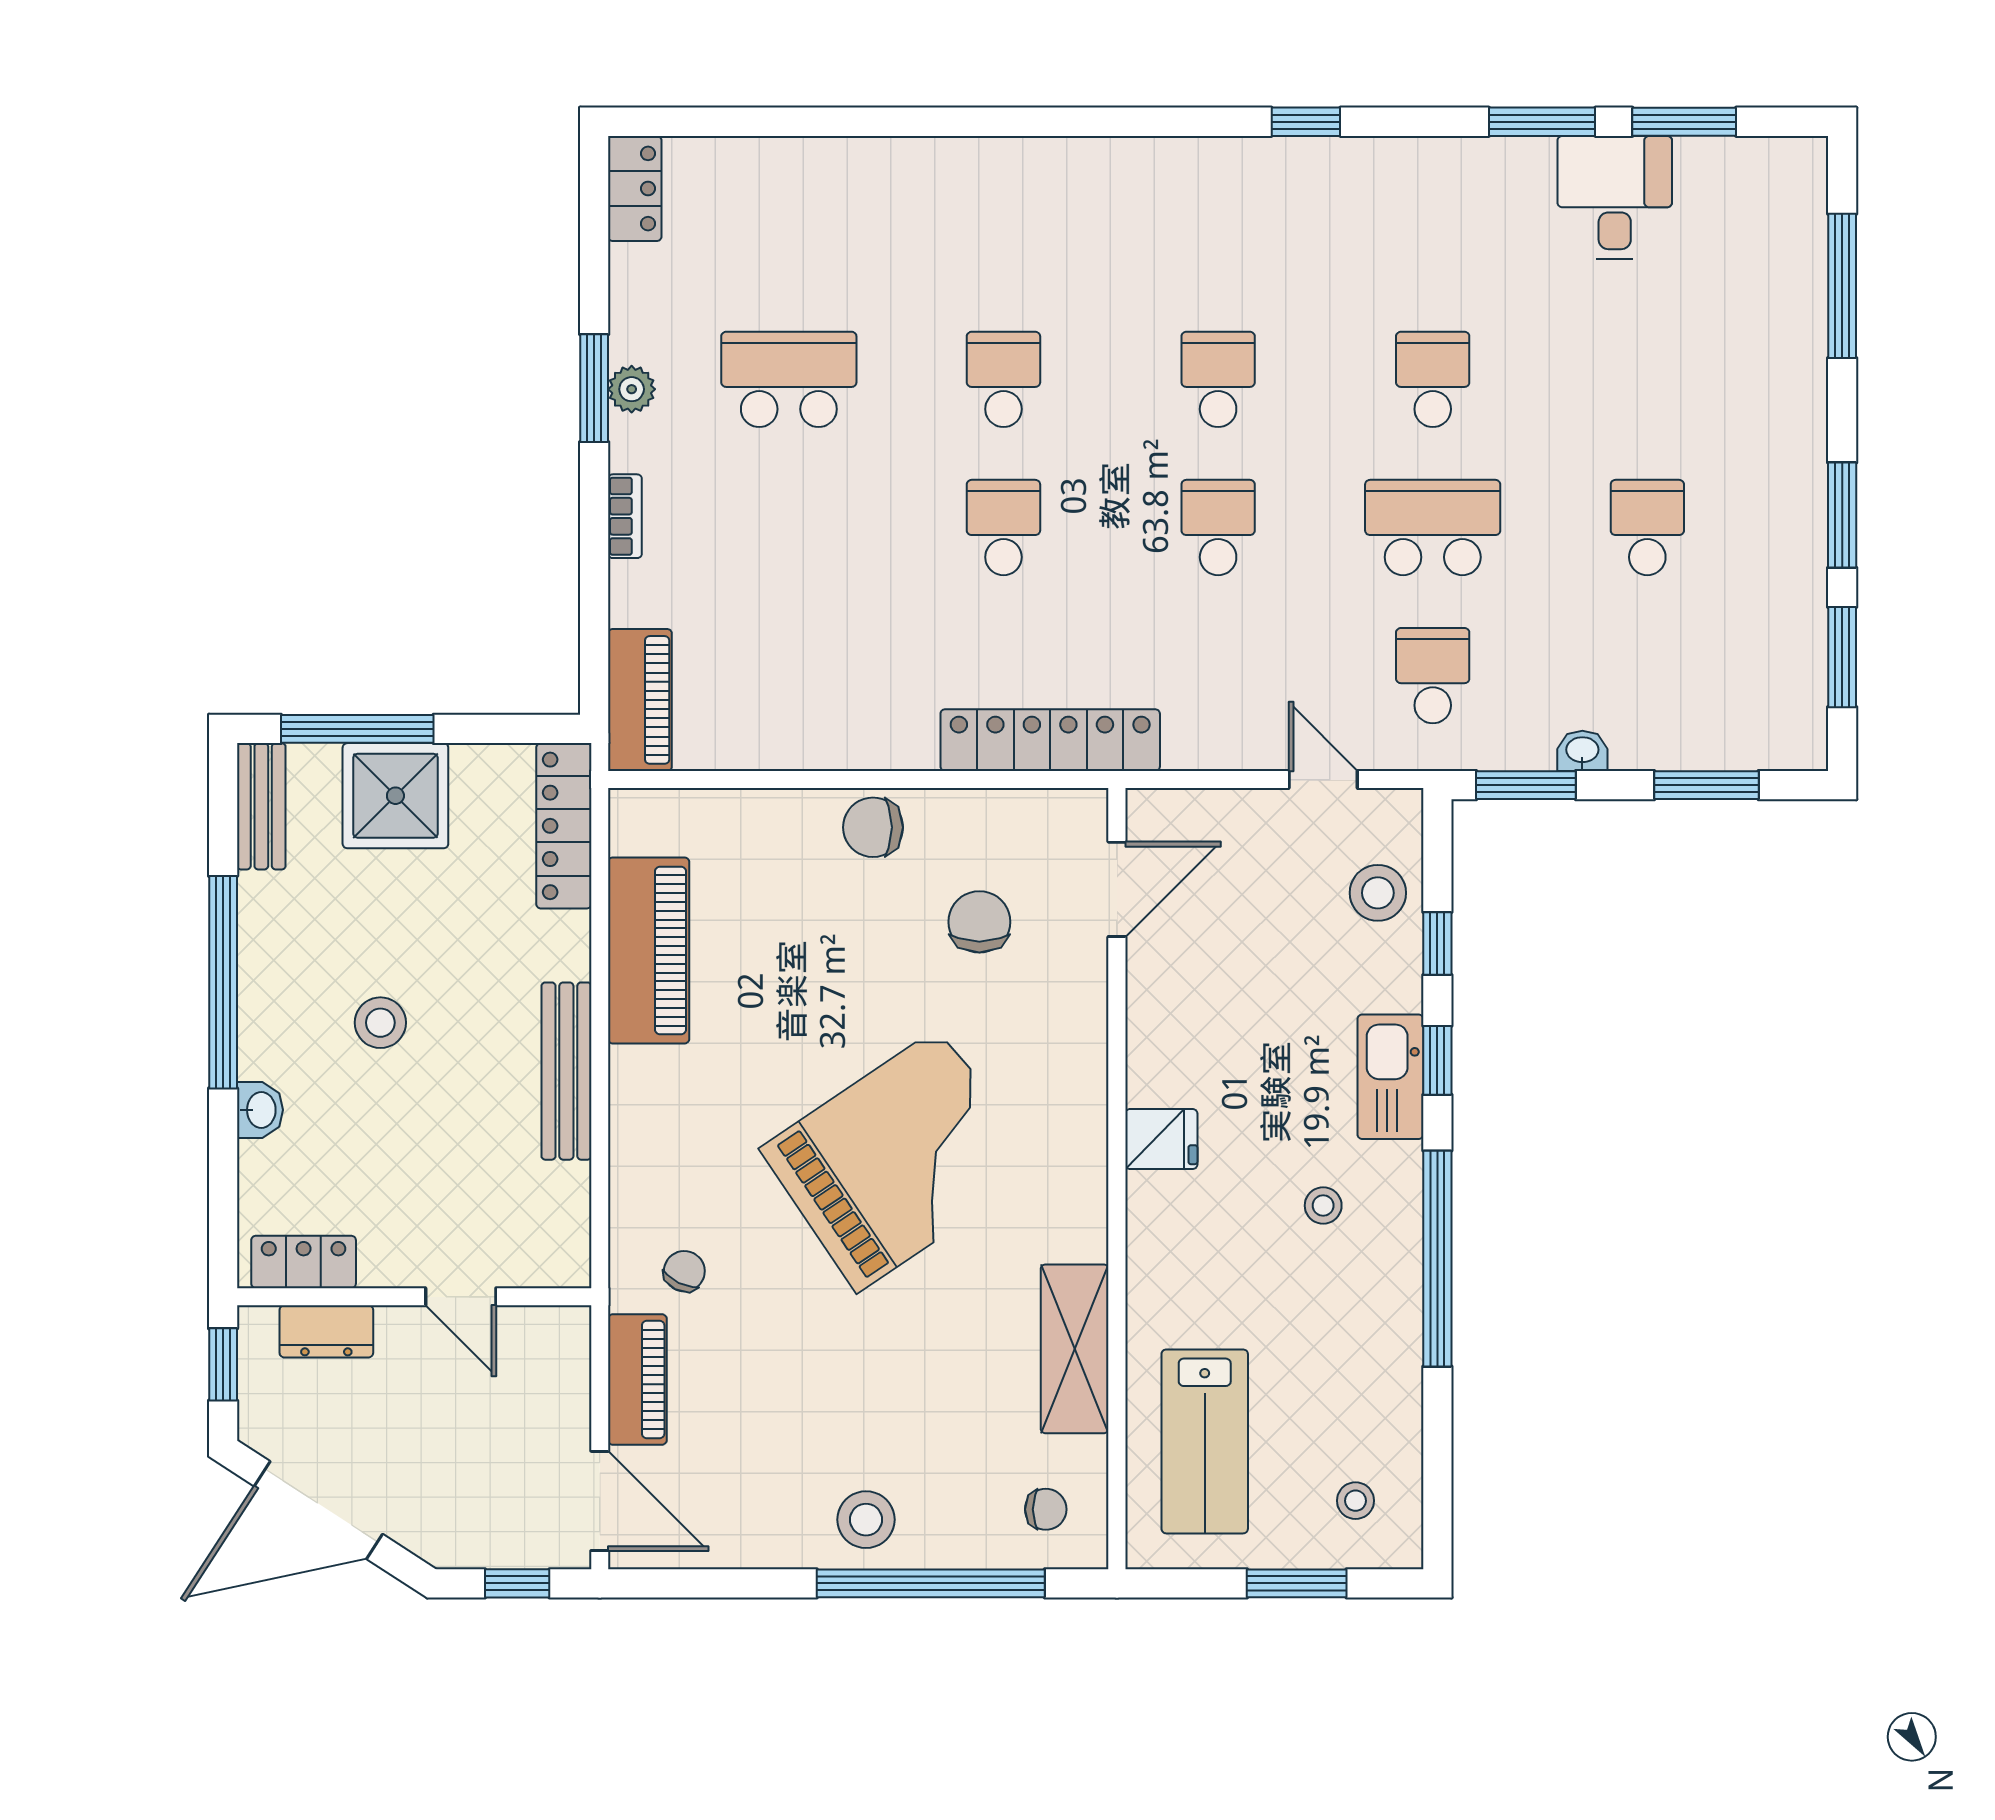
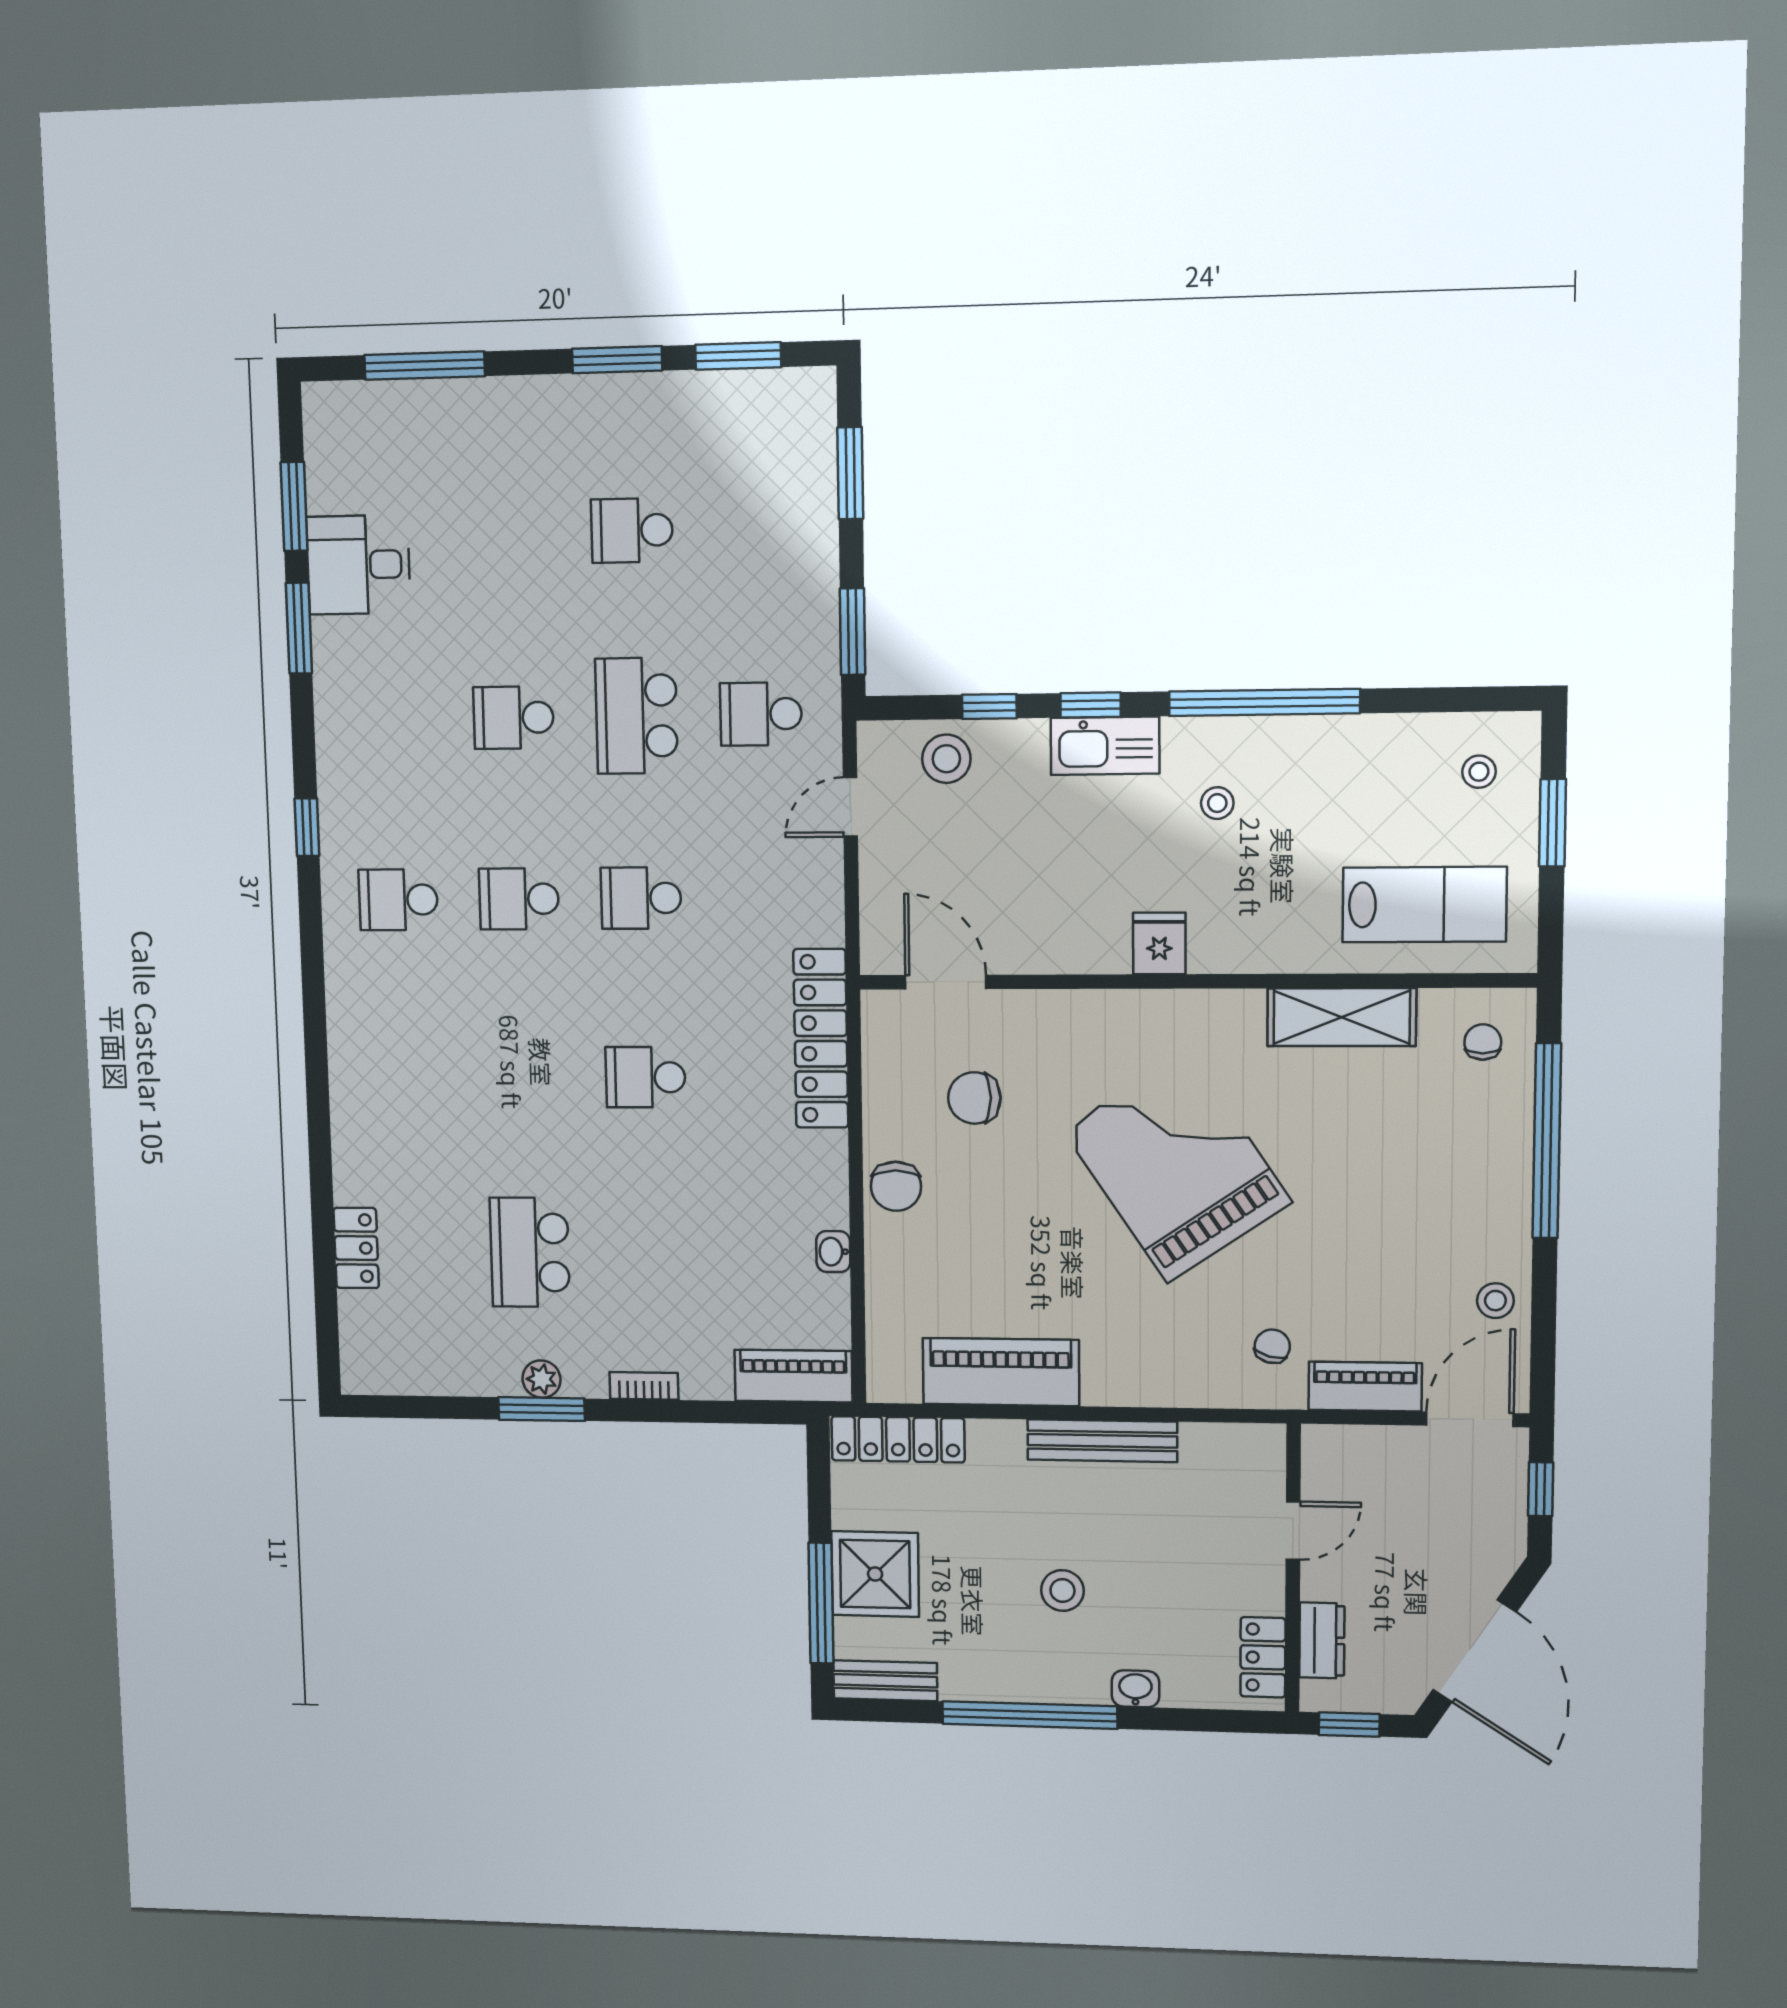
locker: (635, 189) -> (356, 1248), moved, turned 90
school desk: (1003, 379) -> (398, 900), moved
washbasin: (1582, 751) -> (833, 1252), moved
chair: (684, 1271) -> (1272, 1346), turned 79
stool: (866, 1520) -> (1495, 1301), moved, width x0.73, depth x0.73

